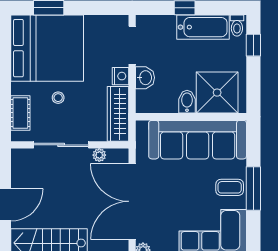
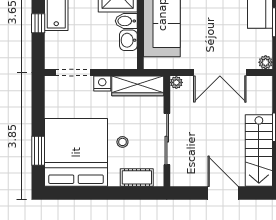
washbasin: (145, 78) -> (128, 40), moved, turned -90
plant: (99, 155) -> (176, 82), moved
double door: (132, 201) -> (220, 73), width x0.73

